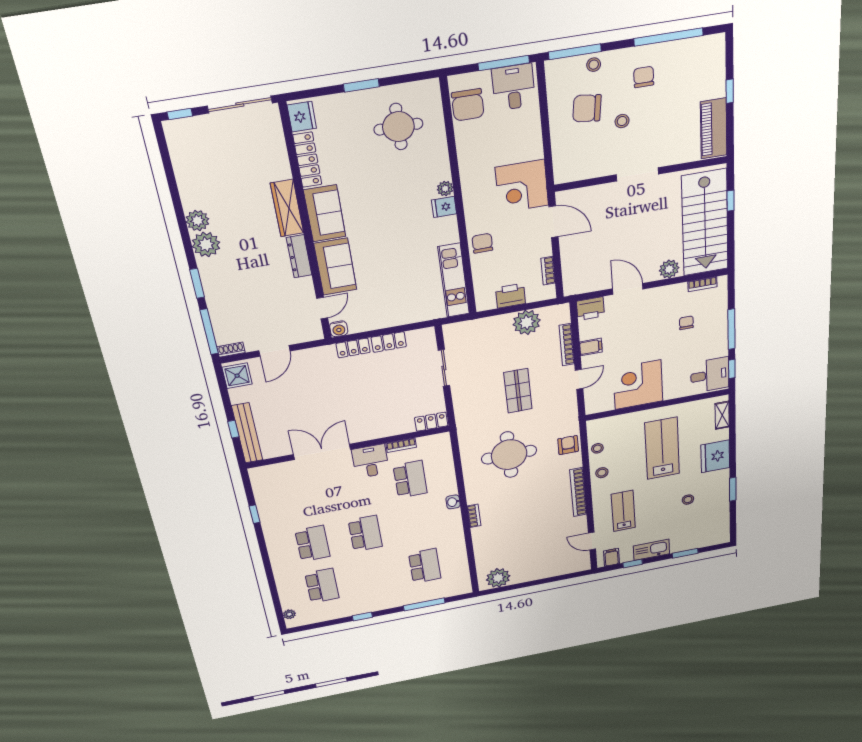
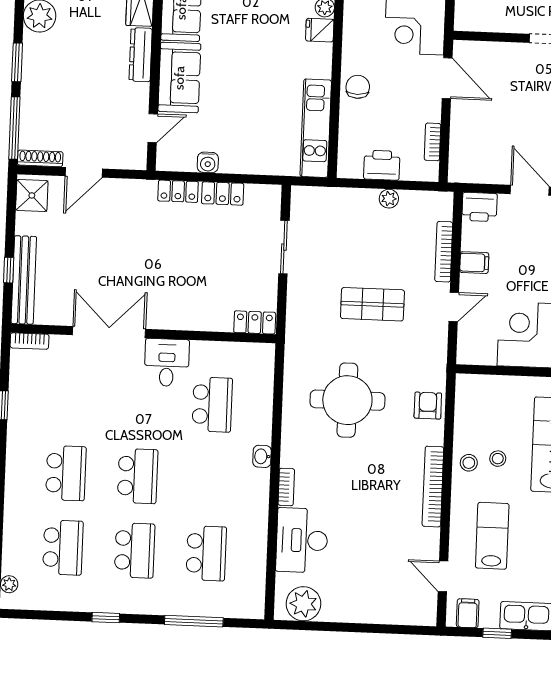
plant: (527, 322) -> (389, 199), width x0.53, depth x0.53
water cooler: (339, 329) -> (208, 162), moved
shoe rack: (231, 350) -> (40, 158), width x1.43
shop shelf: (518, 391) -> (372, 304), turned 90
bookcase: (401, 445) -> (29, 341), moved
stool: (597, 448) -> (498, 459), moved
desk: (491, 543) -> (302, 540), added
school desk: (374, 576) -> (135, 550), added

